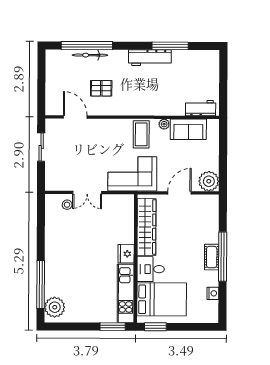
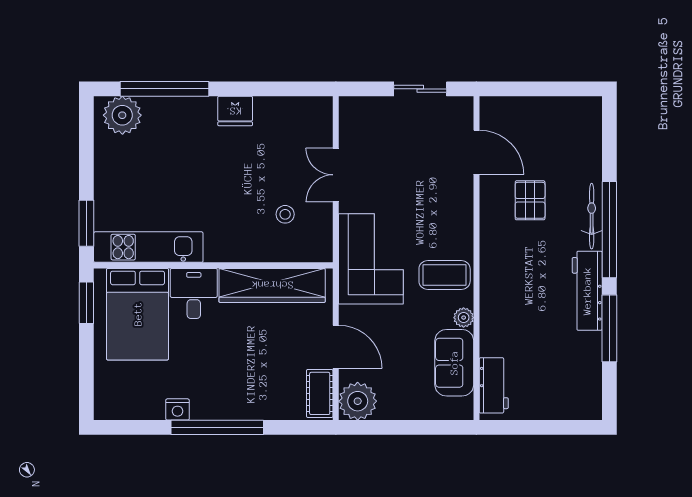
window: (87, 46) -> (609, 230), moved
bicycle: (90, 55) -> (592, 216), moved
door: (75, 117) -> (476, 152), hinge flipped
stool: (67, 205) -> (285, 214), moved
fridge: (126, 254) -> (235, 111), moved, turned 180
cot: (212, 257) -> (320, 393), moved, turned 90
nightstand: (213, 293) -> (177, 409), moved

